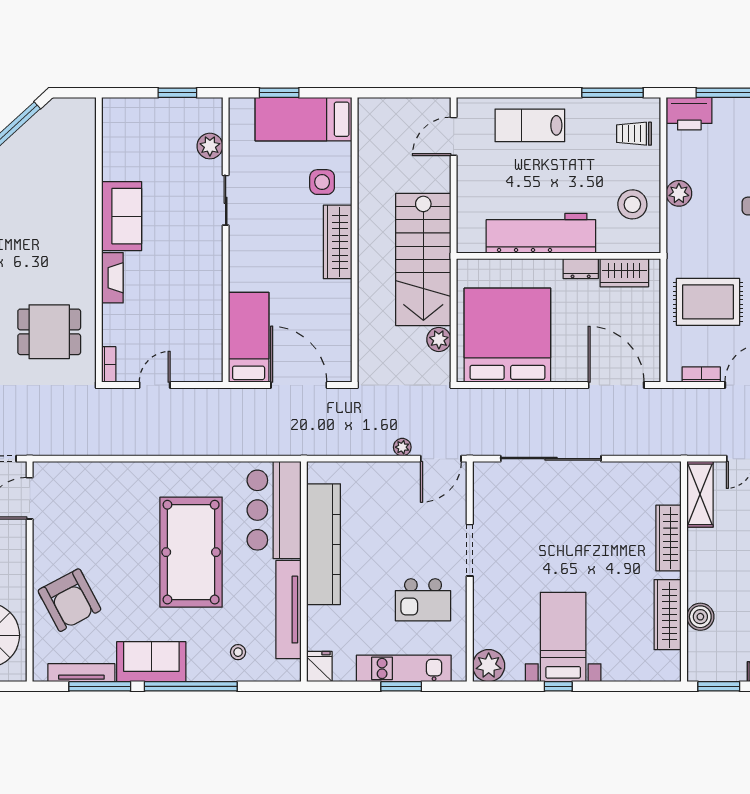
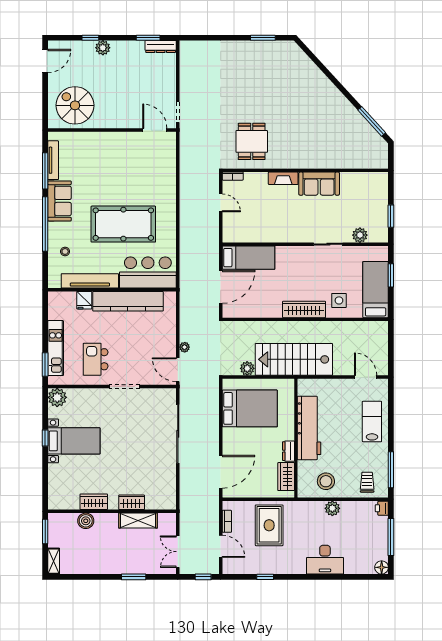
printer: (689, 114) -> (382, 508), width x0.53, depth x0.68
bed: (507, 335) -> (250, 408), width x0.73
shelving: (700, 494) -> (138, 521), moved
wardrobe: (669, 538) -> (132, 502), width x0.67
armchair: (69, 600) -> (95, 153), removed
wardrobe: (668, 615) -> (94, 502), width x0.67
fridge: (319, 667) -> (84, 300), moved, turned 90
window: (401, 686) -> (45, 365), moved

